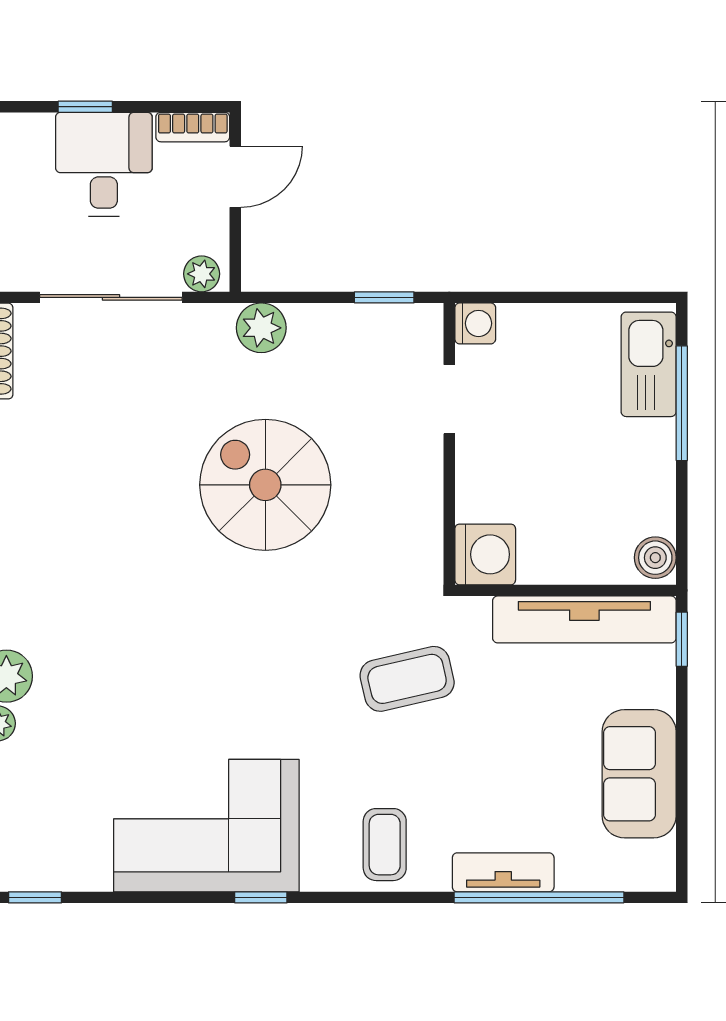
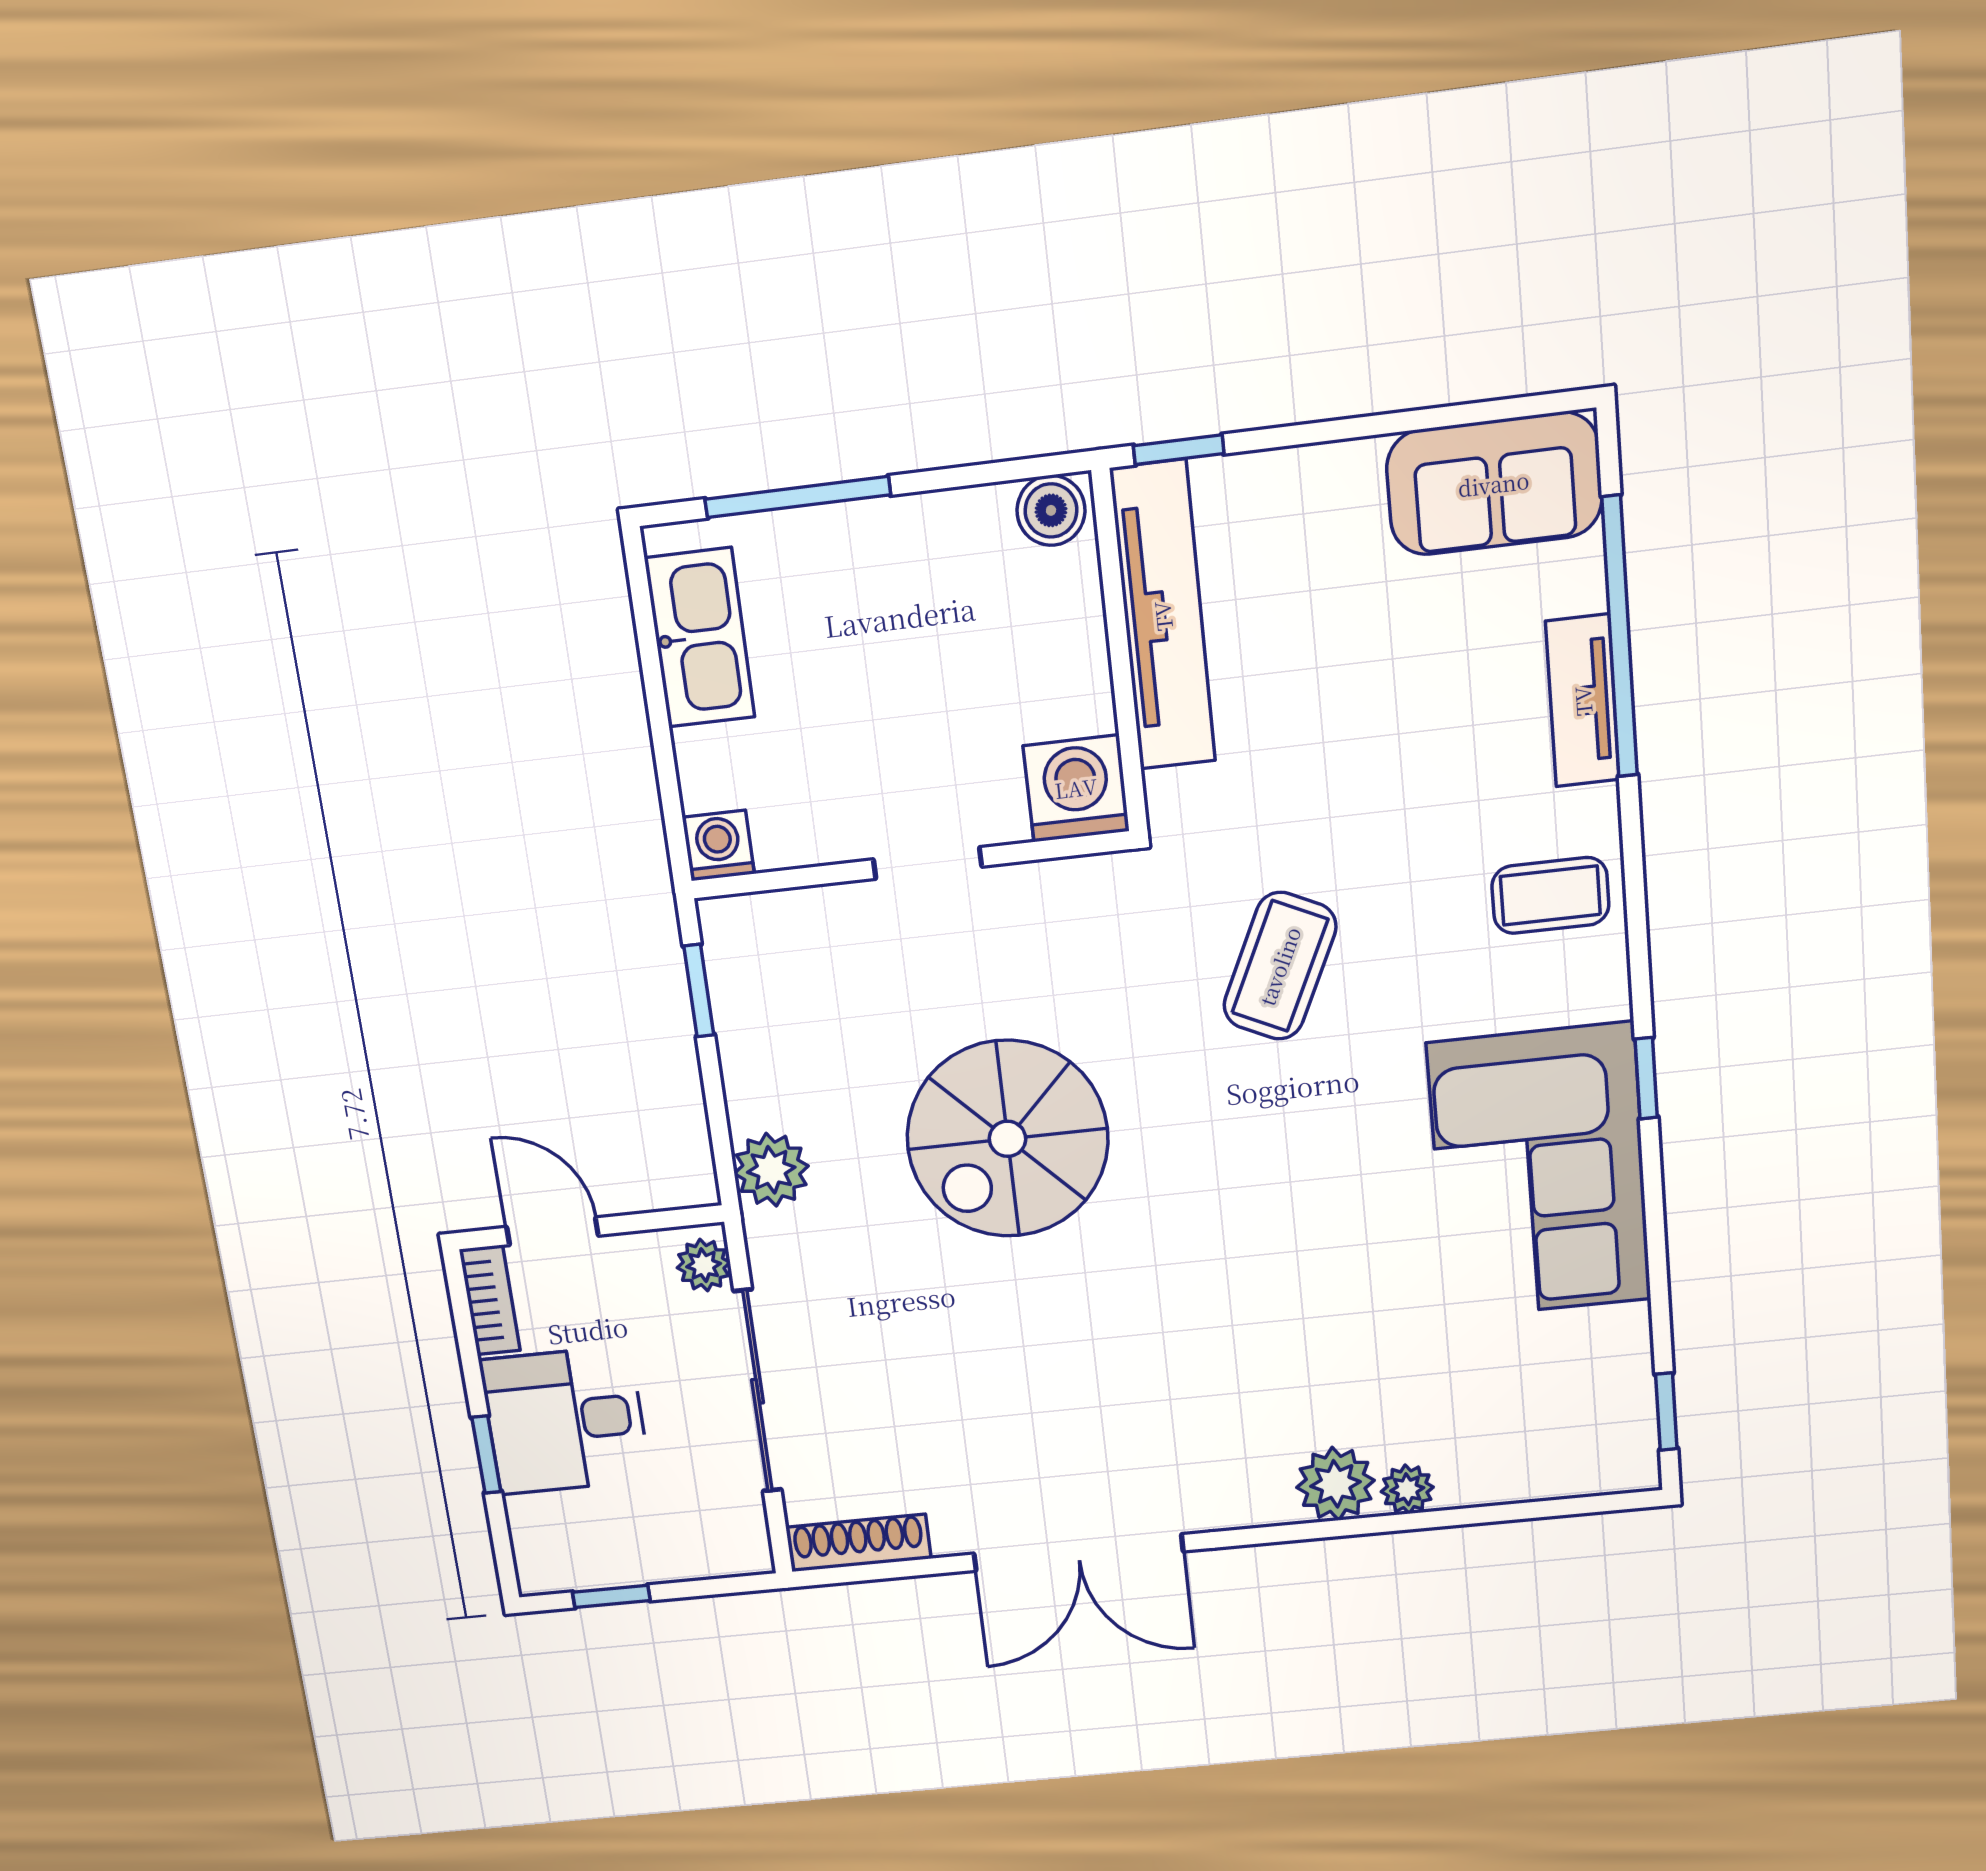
kitchen sink: (649, 364) -> (700, 638), moved, turned -90
doorway: (449, 399) -> (928, 863), moved
coffee table: (407, 679) -> (1280, 966), moved, turned 38
sofa: (639, 774) -> (1494, 484), moved

